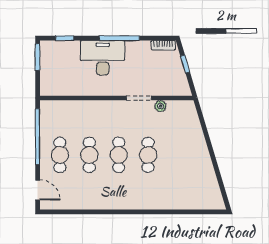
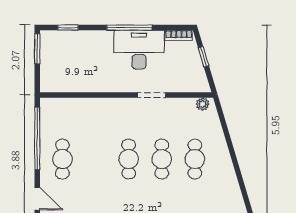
desk: (103, 58) -> (139, 50), moved
plant: (160, 106) -> (203, 104), moved
cafe table: (89, 155) -> (195, 159), moved

